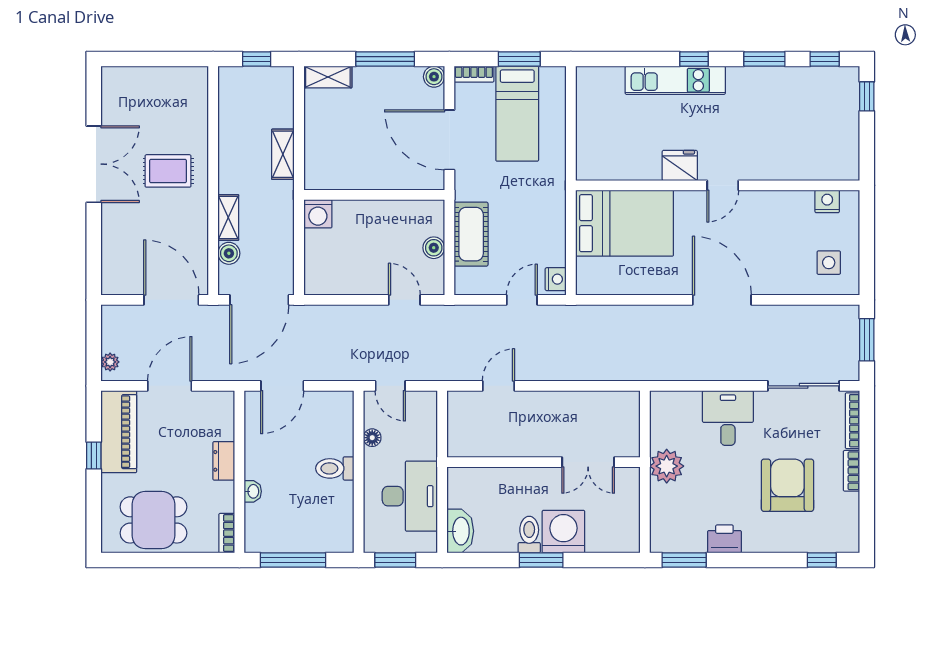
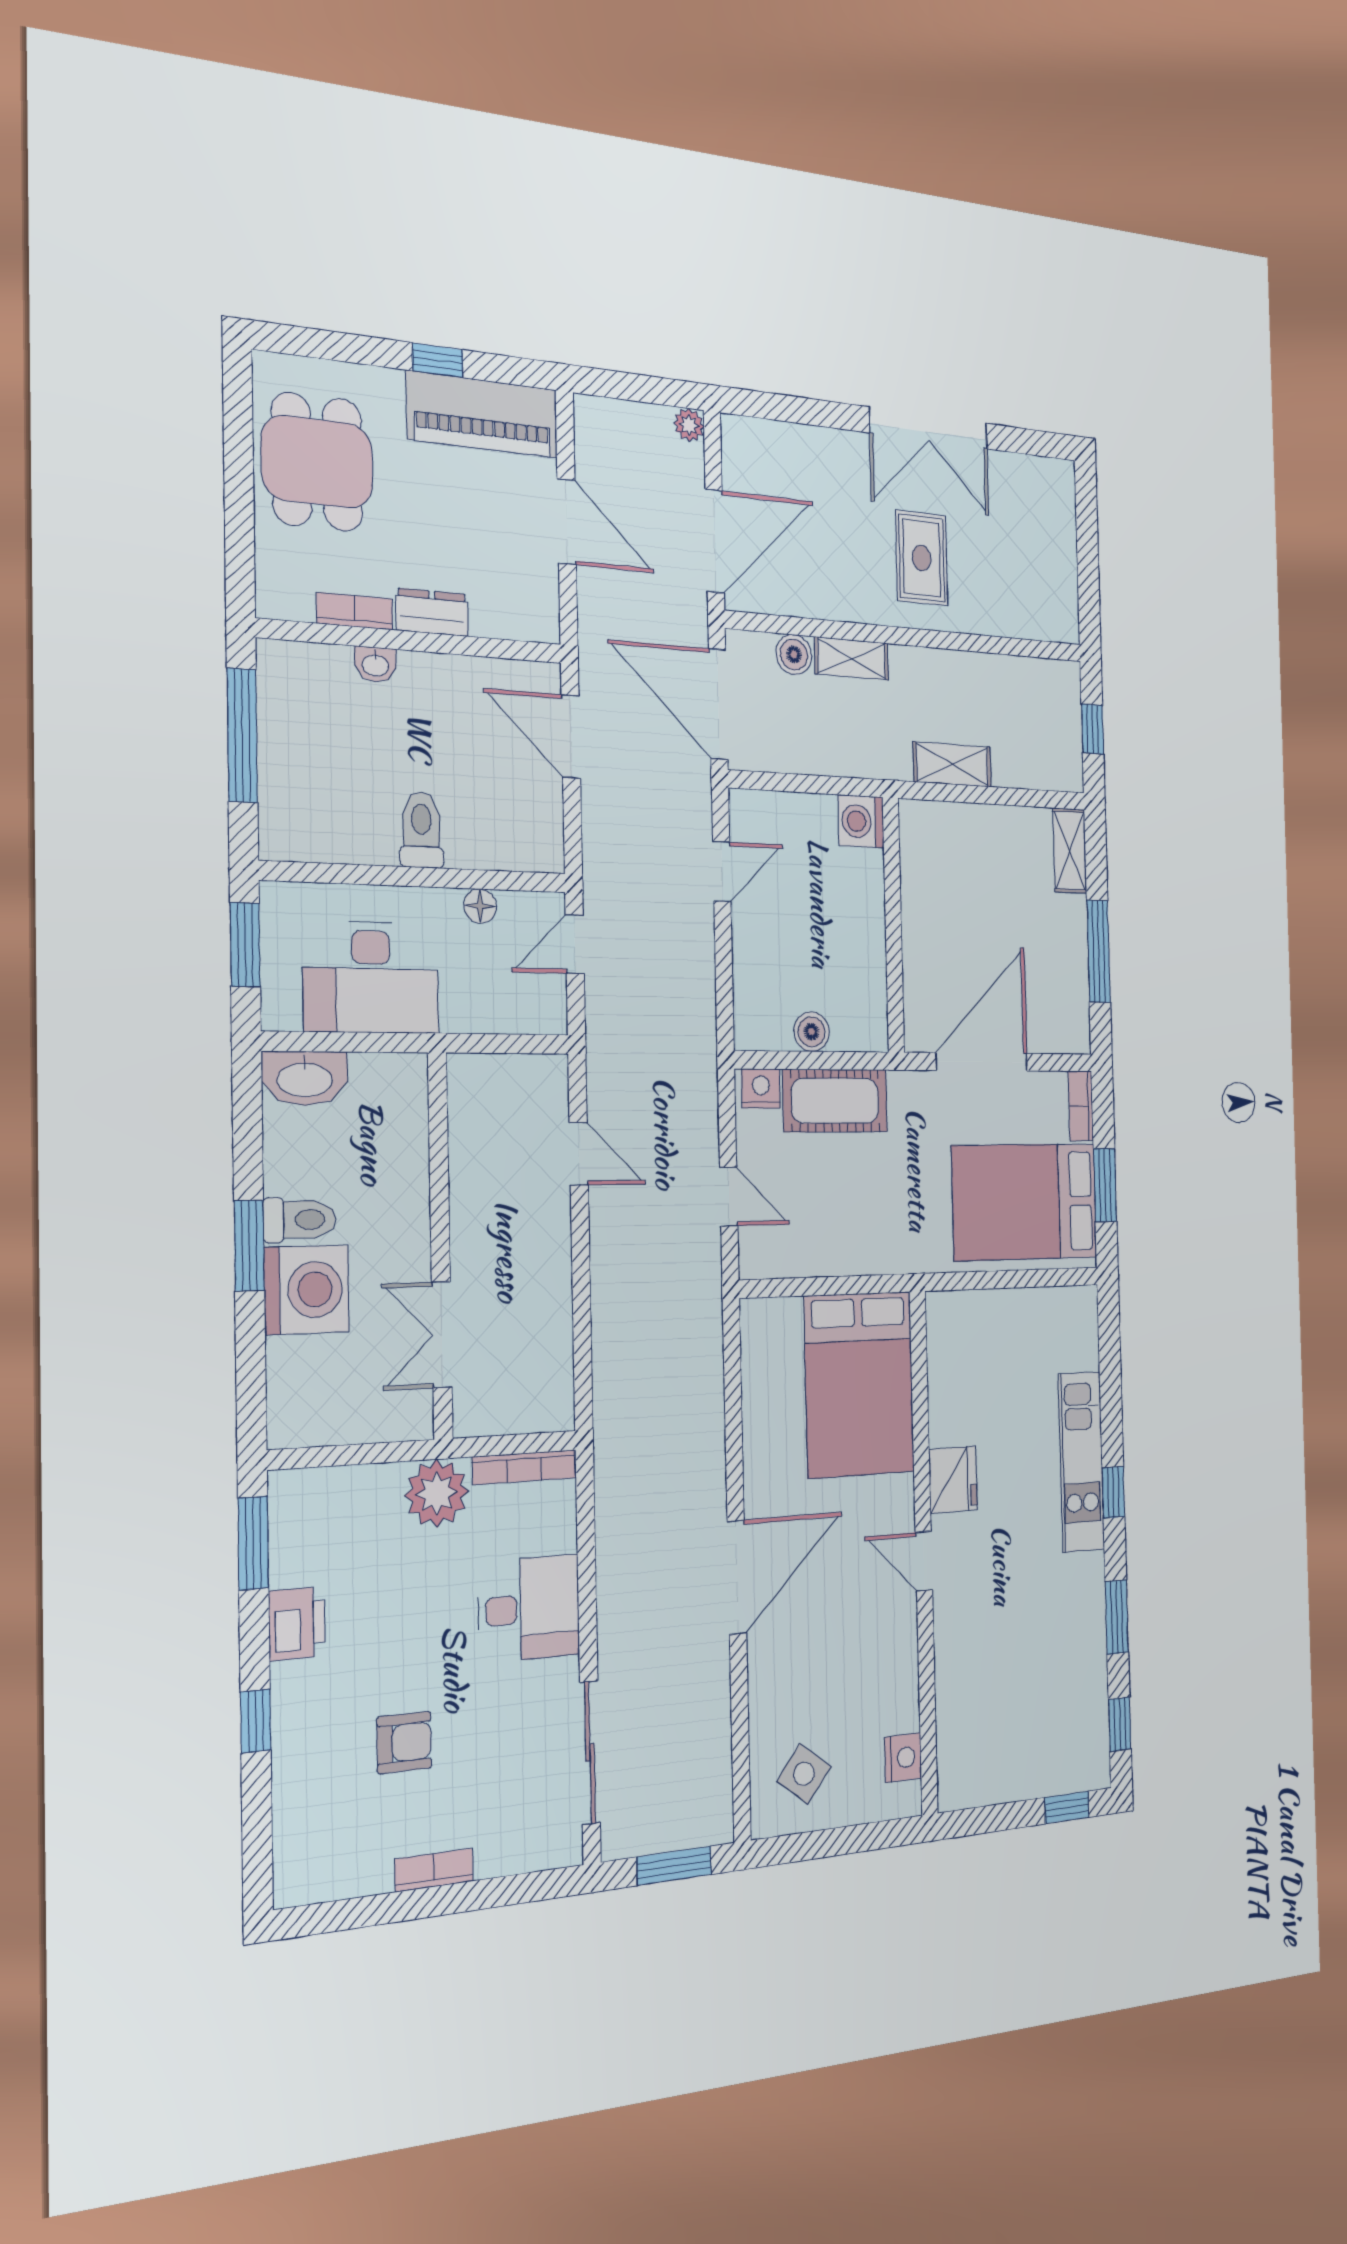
boiler: (434, 77) -> (1075, 1036), removed
bed: (517, 114) -> (1025, 1202), width x1.50
side table: (829, 263) -> (804, 1774), turned 38
nightstand: (556, 279) -> (761, 1089), moved, turned 180
door: (404, 300) -> (722, 871), moved
plant: (110, 362) -> (689, 425), moved
bookcase: (852, 421) -> (524, 1467), moved, turned 180
armchair: (787, 485) -> (404, 1743), width x0.53, depth x0.53
bookcase: (227, 533) -> (355, 611), moved
window: (822, 560) -> (256, 1721), moved

